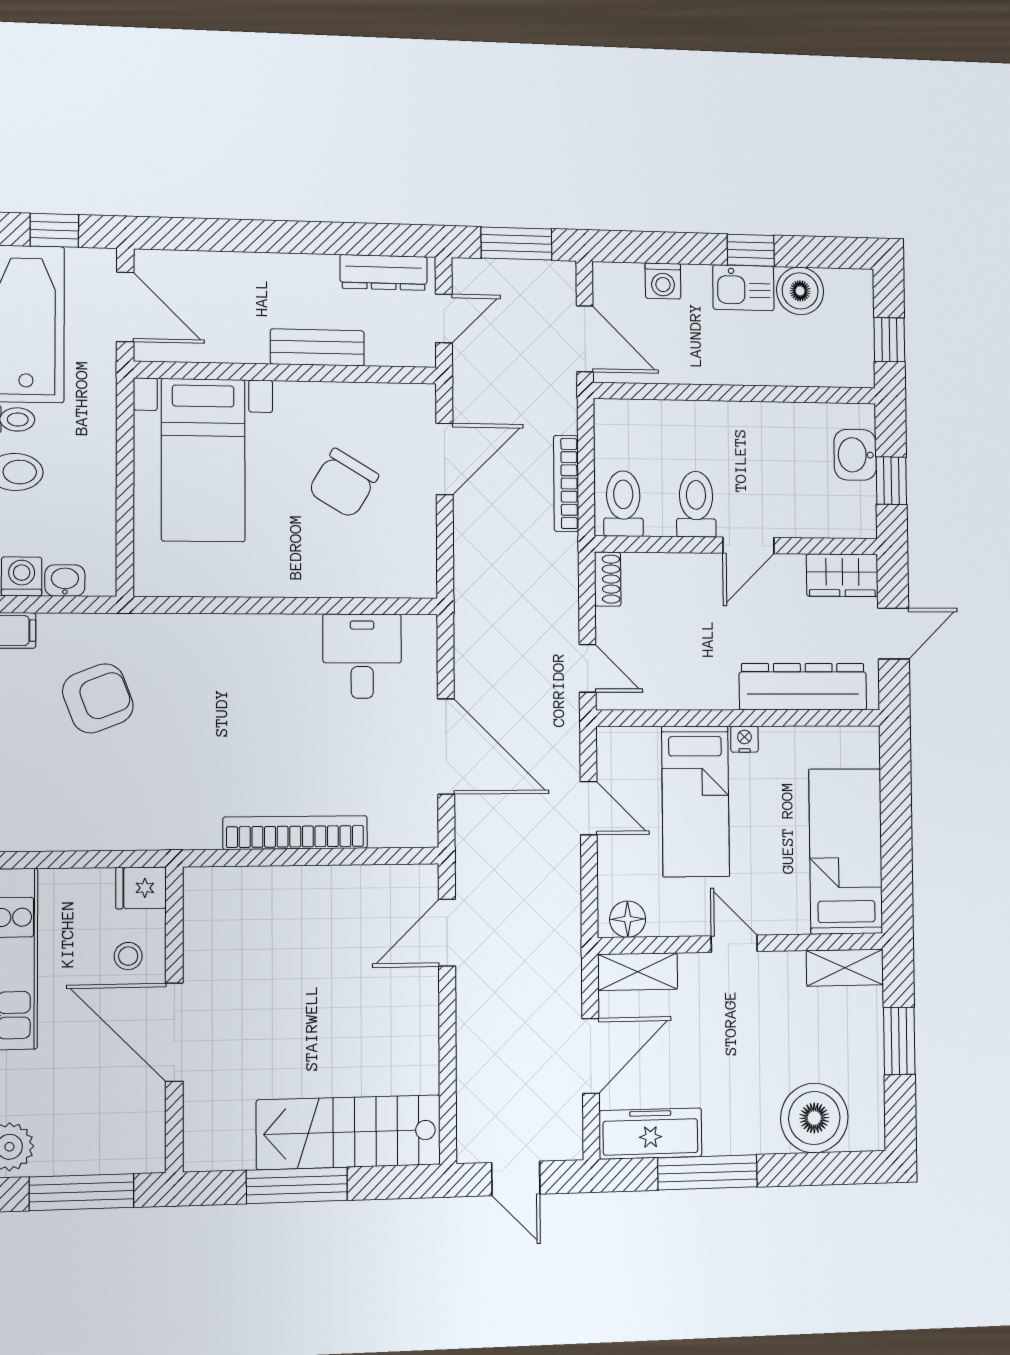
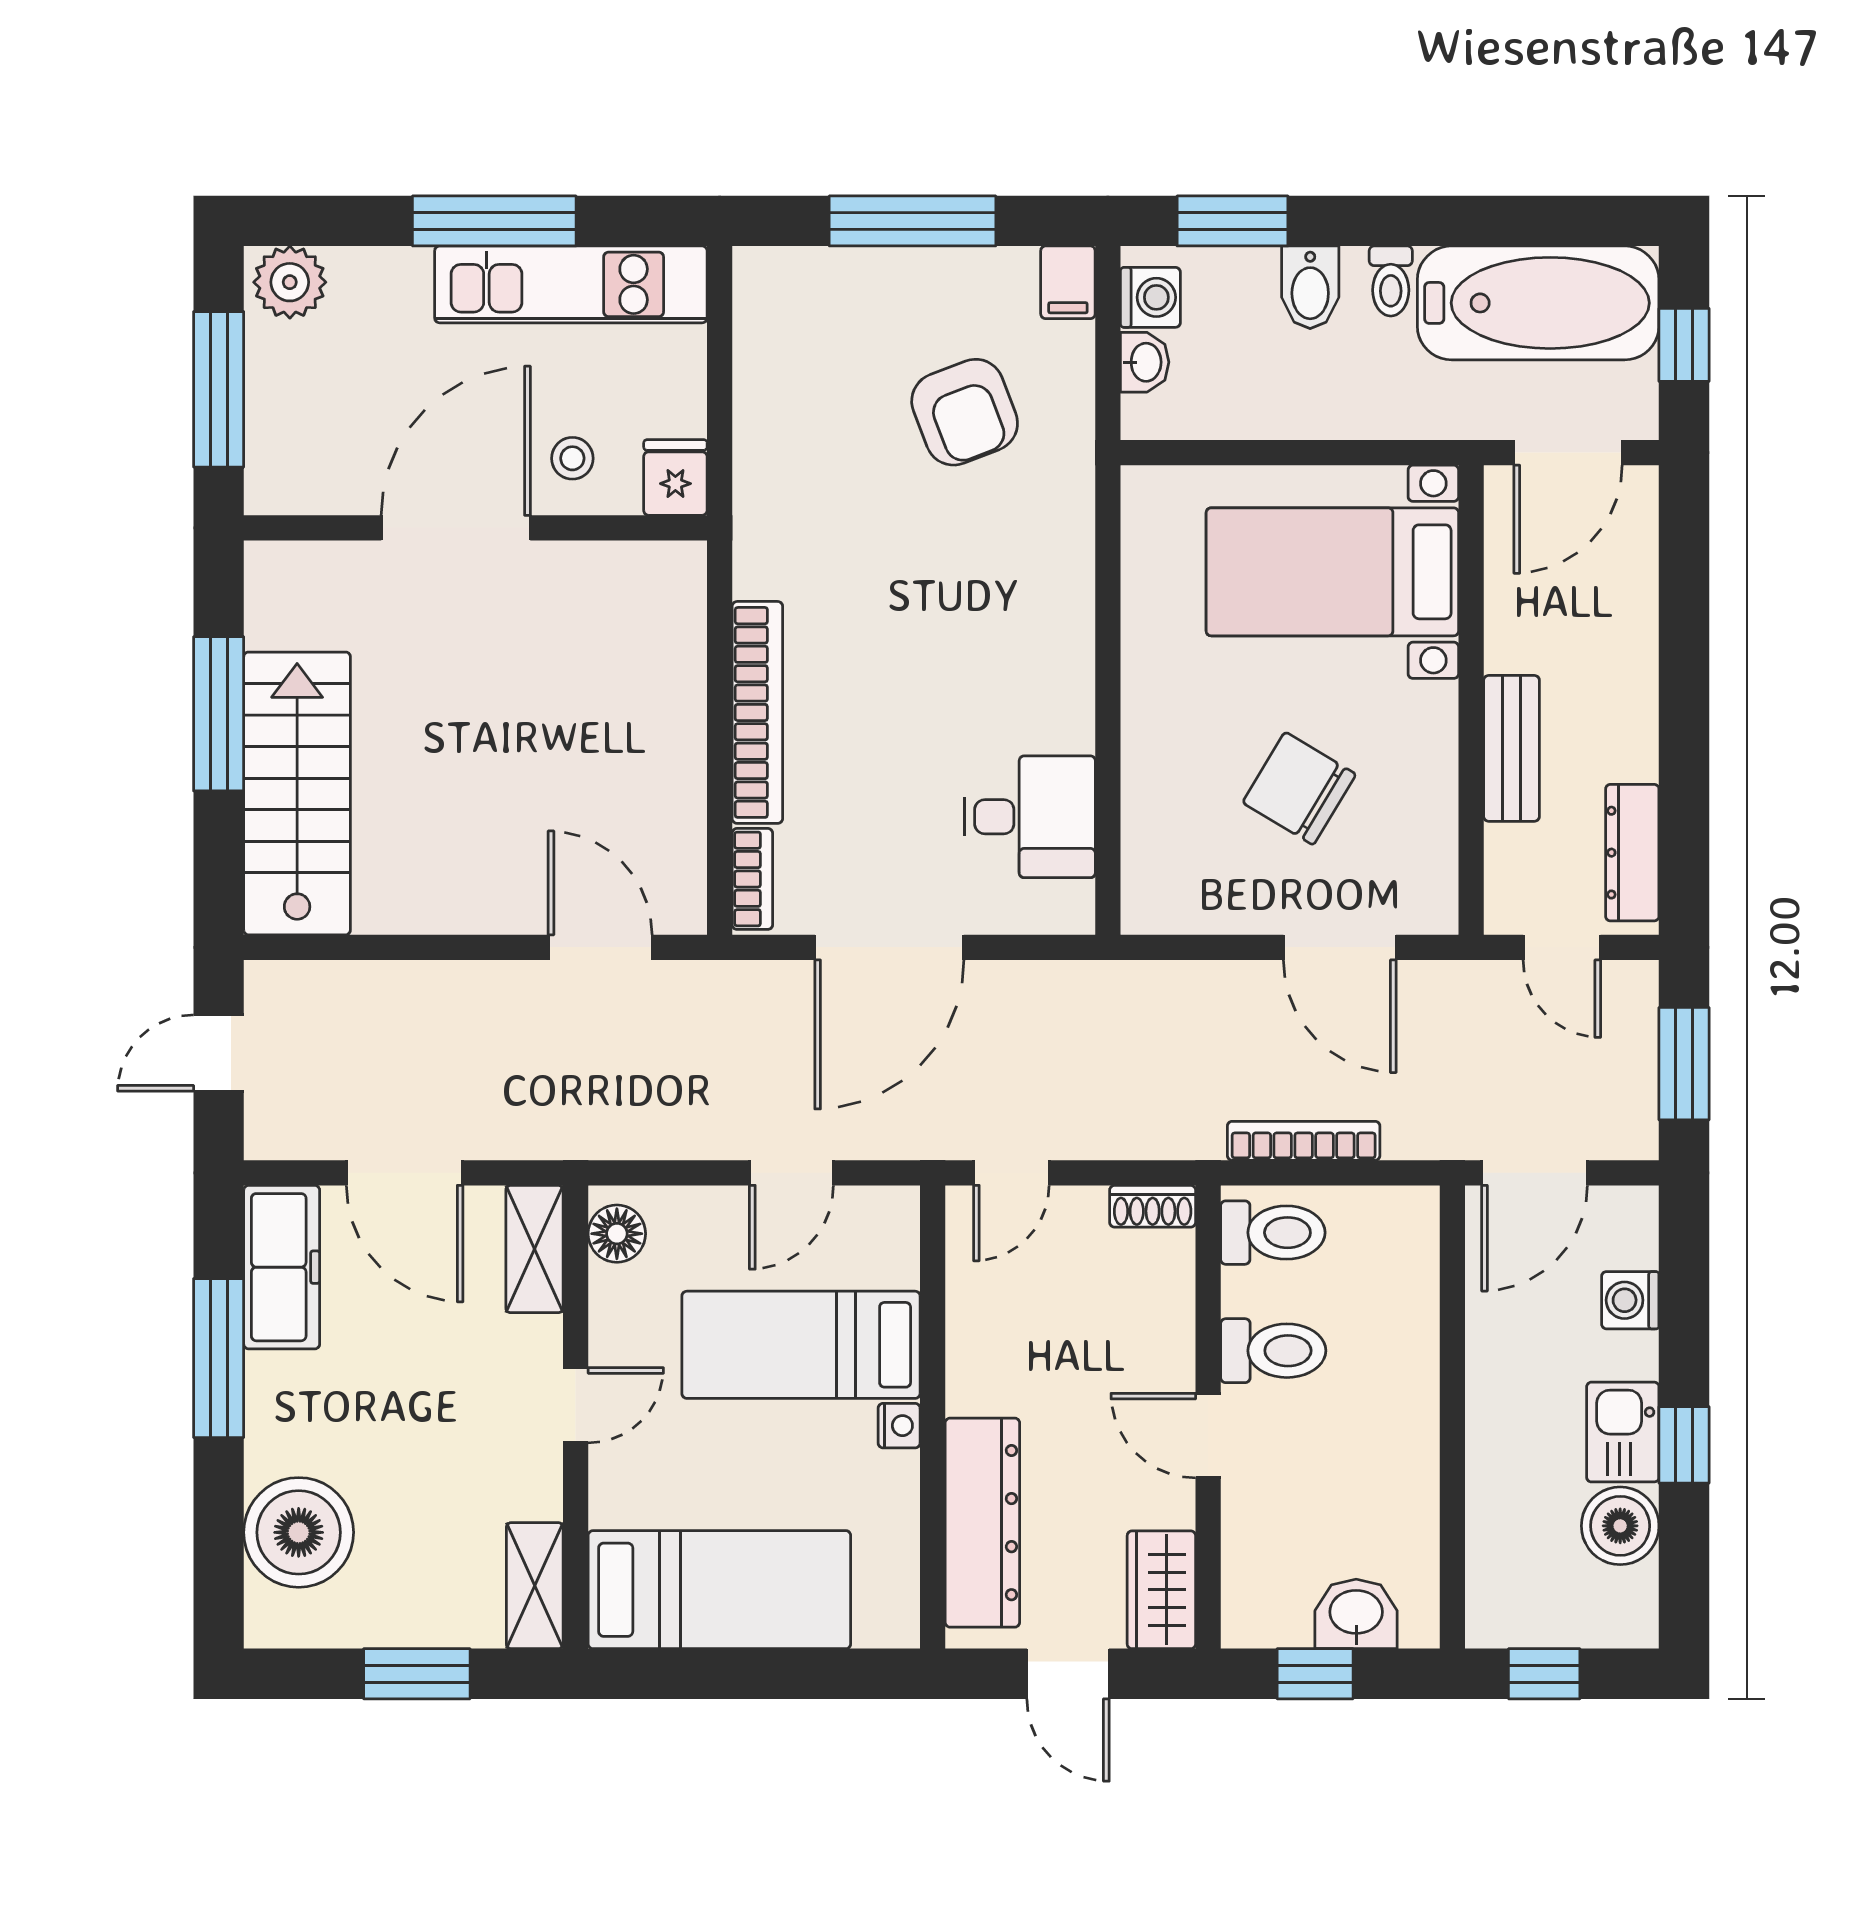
bookcase: (403, 835) -> (752, 879), added

